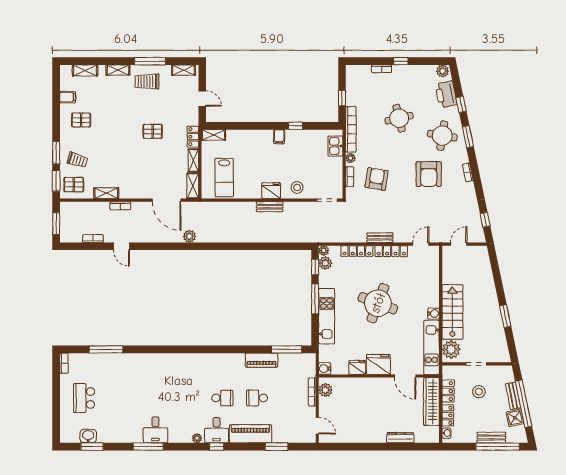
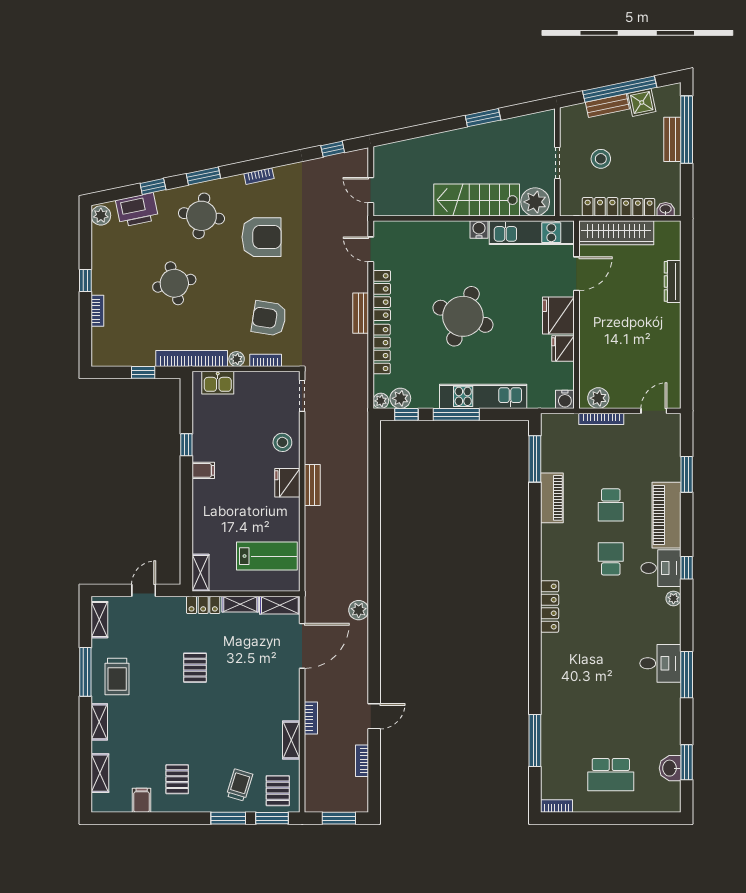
locker: (192, 359) -> (550, 607), added

